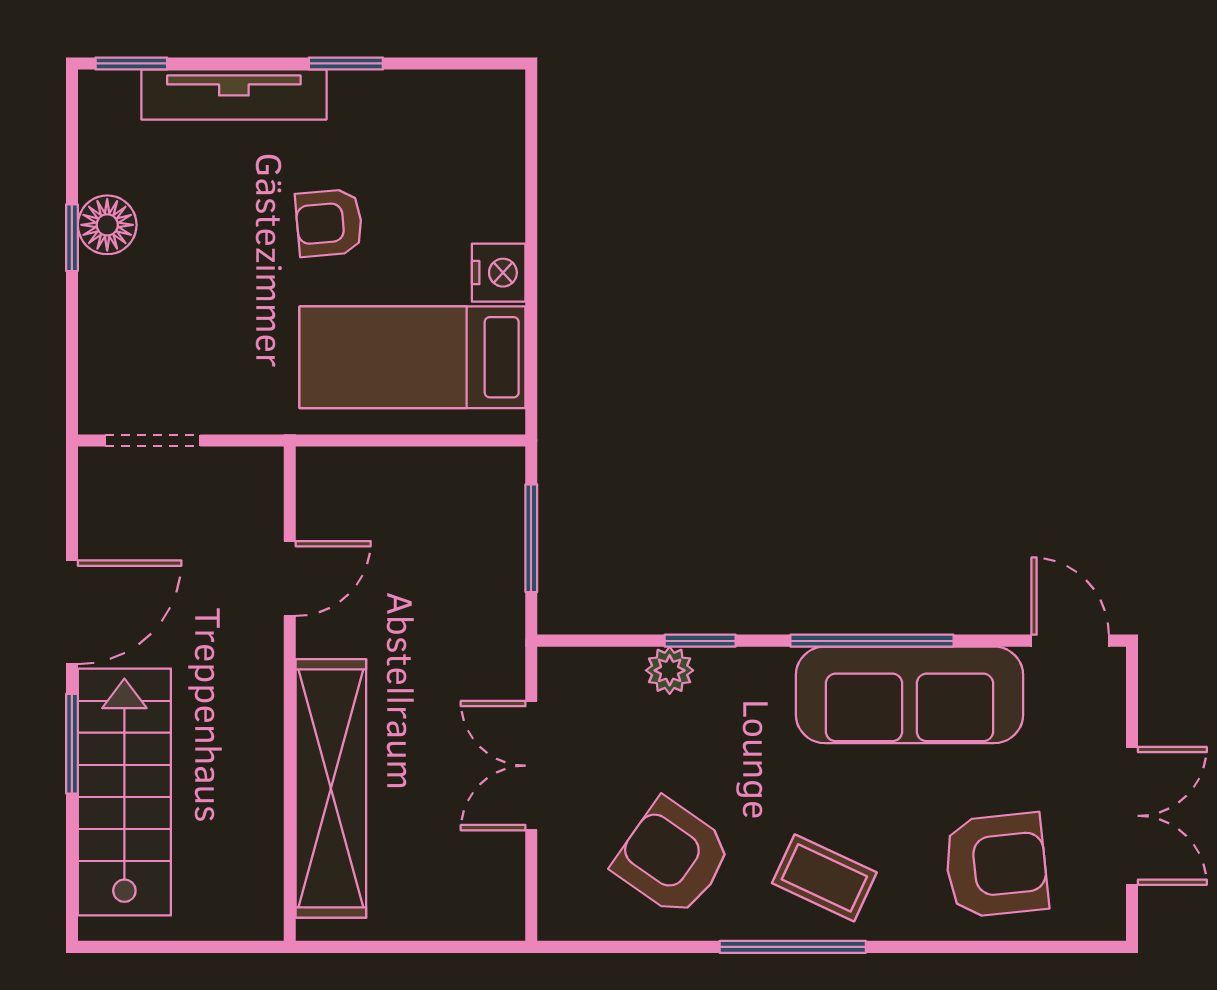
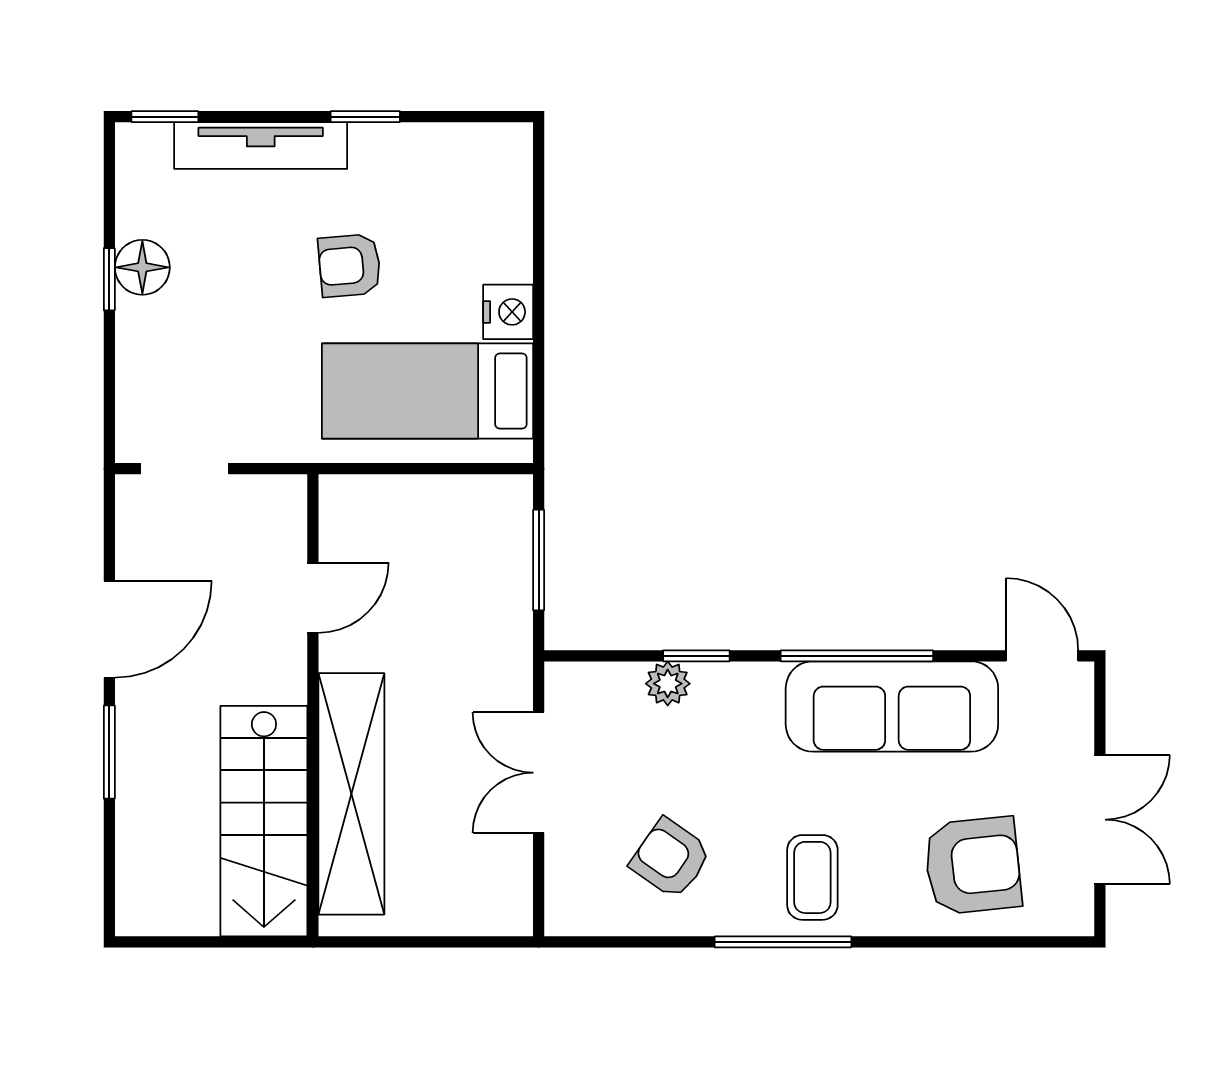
stairs: (124, 792) -> (264, 821), moved, turned 180
armchair: (673, 858) -> (671, 858), width x0.72, depth x0.72
coffee table: (824, 878) -> (812, 877), turned 65

